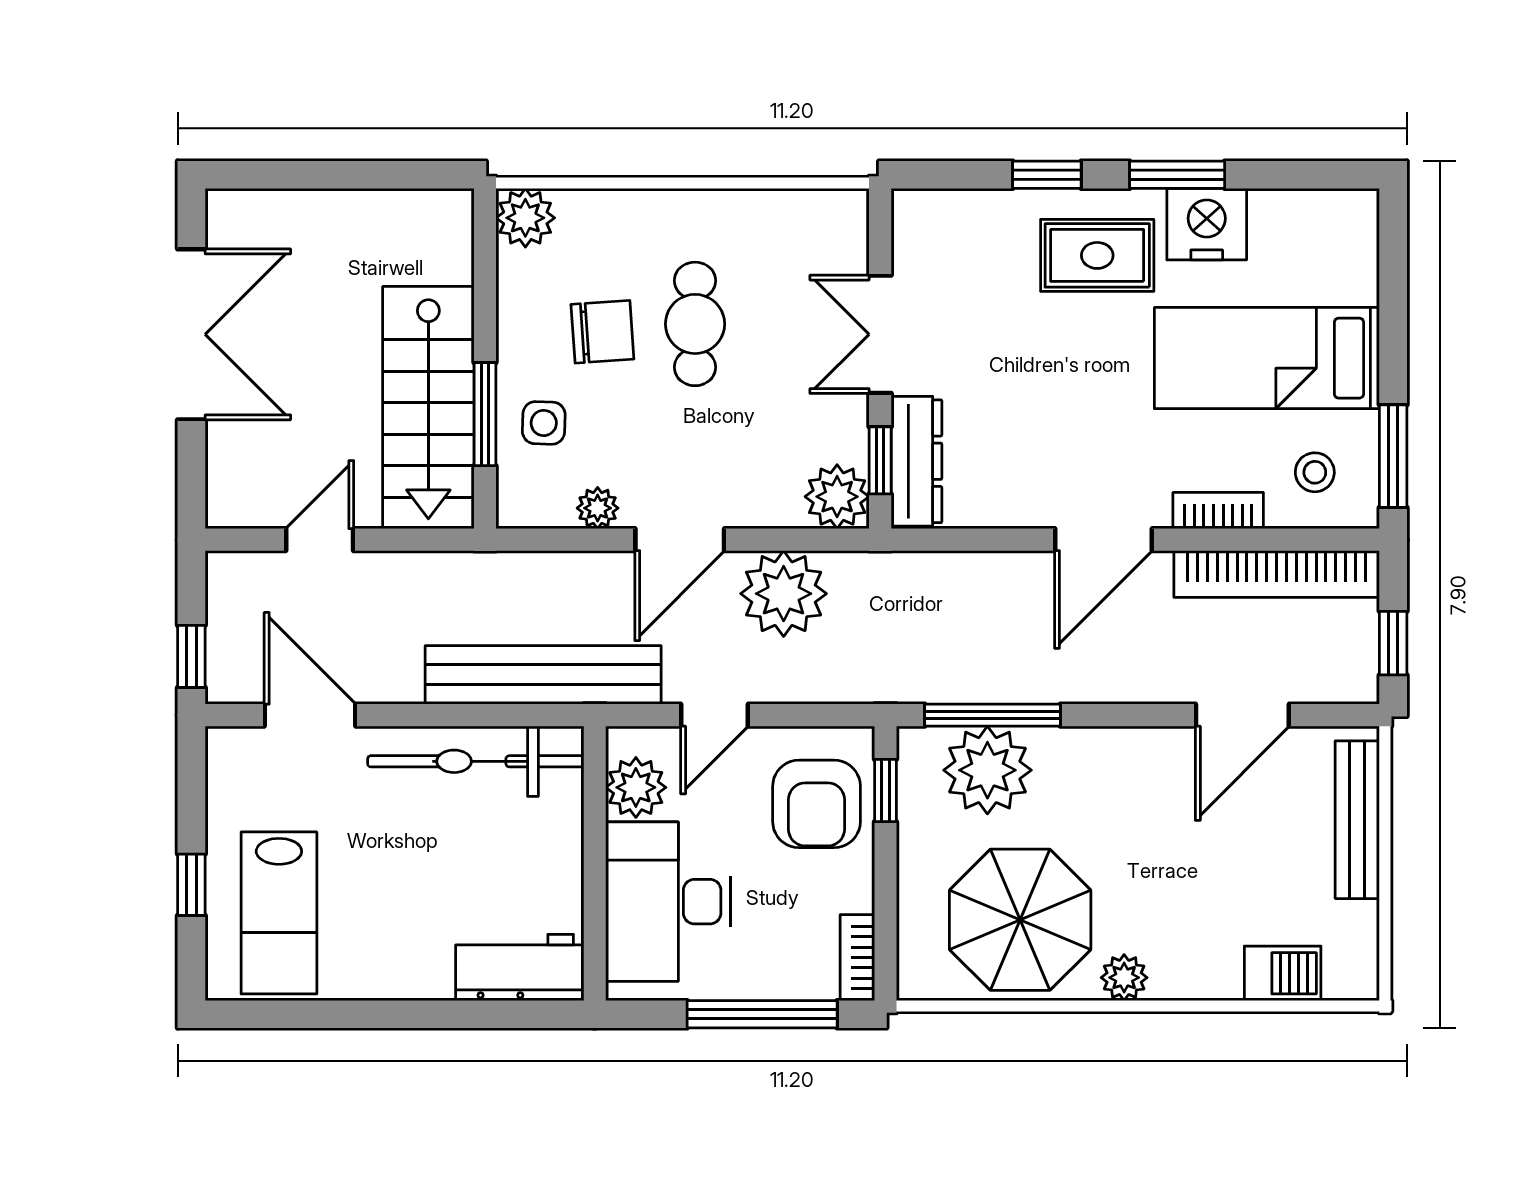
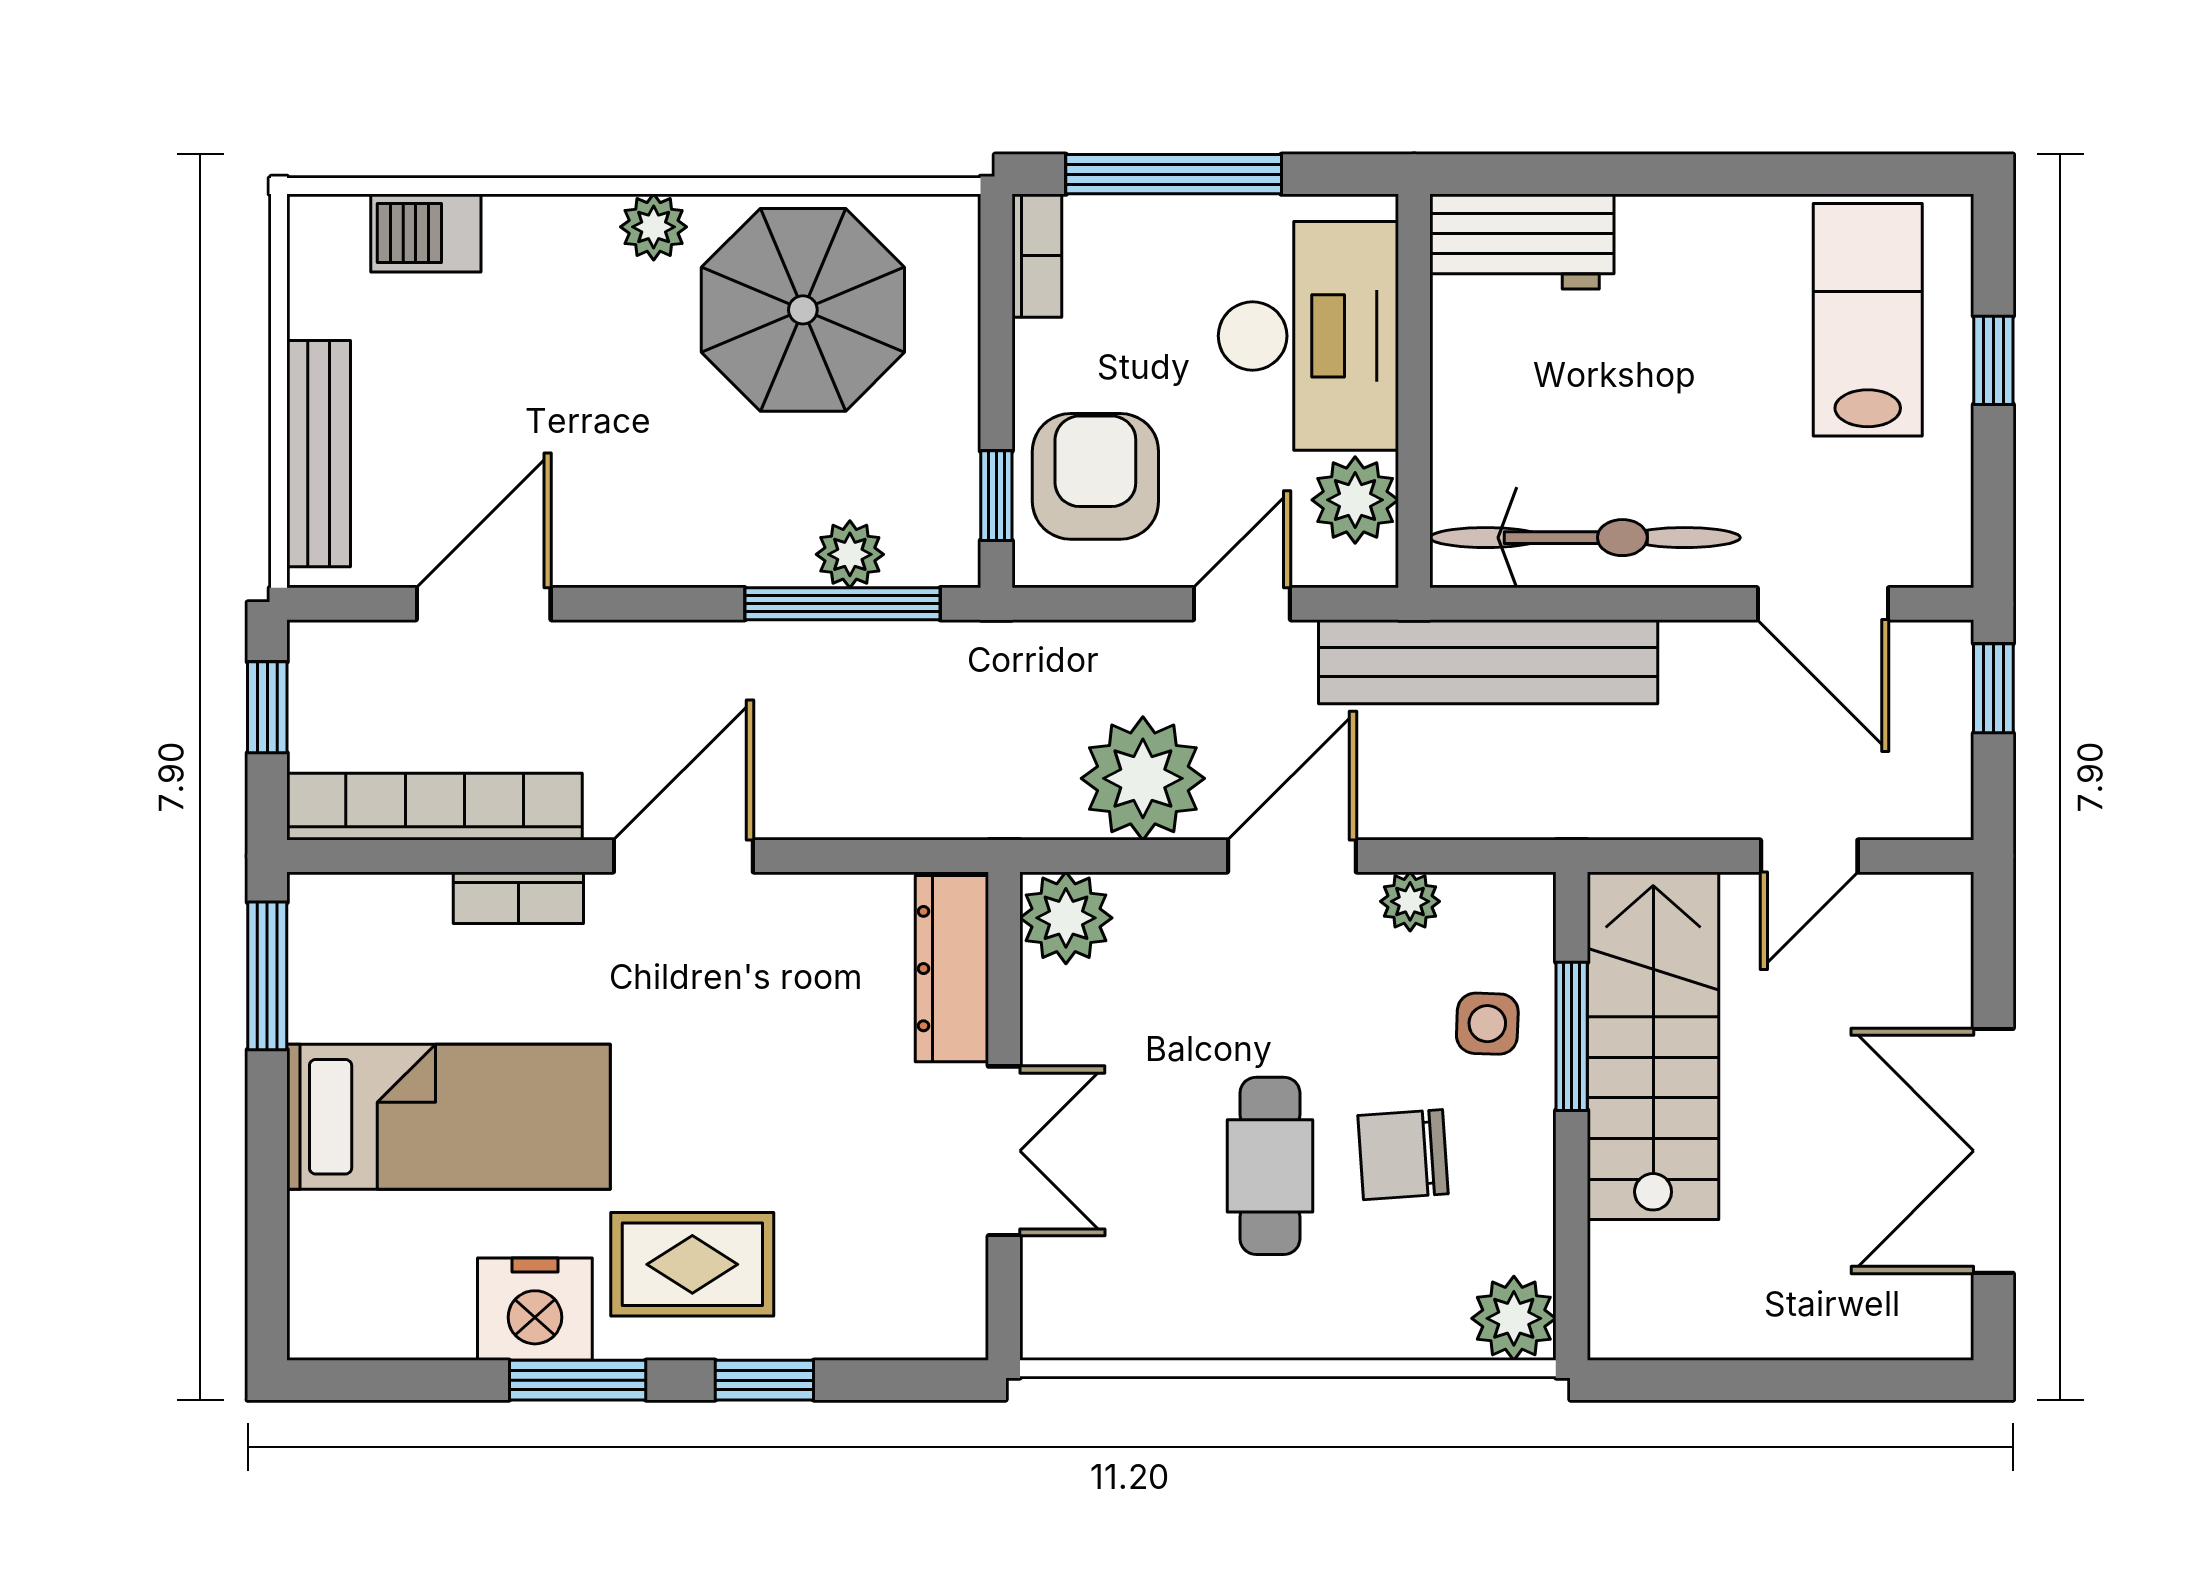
window: (880, 460) -> (1004, 970), removed
stool: (1315, 472) -> (380, 953), removed
plant: (987, 770) -> (850, 554), width x0.53, depth x0.53

